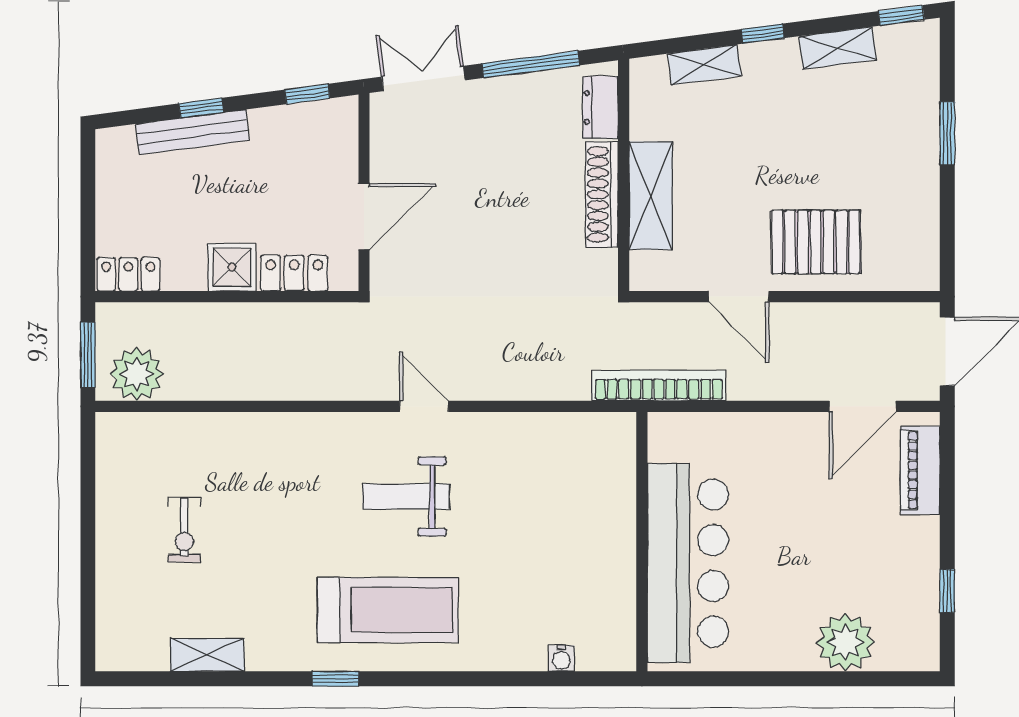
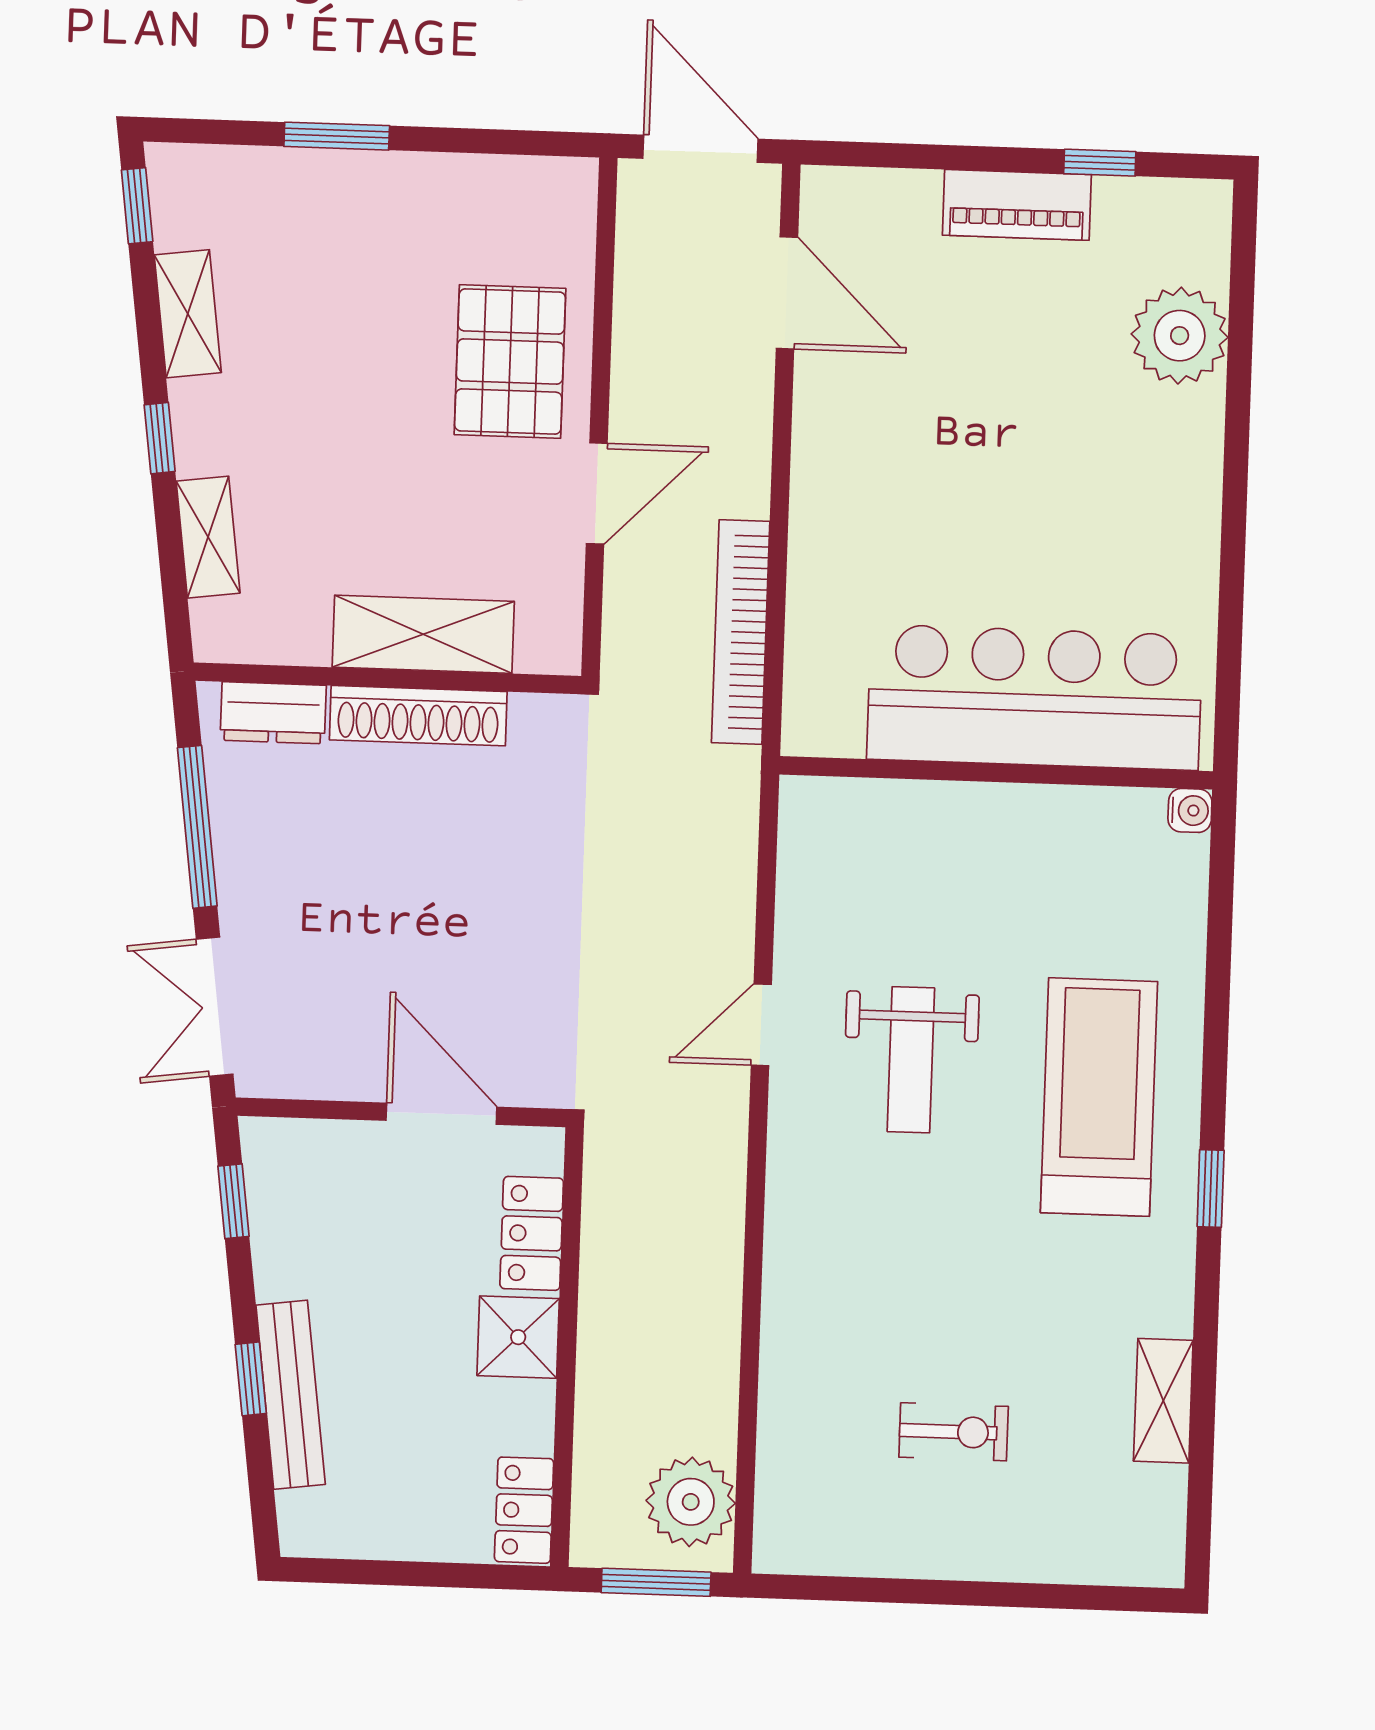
piano: (920, 470) -> (1017, 205), moved
wall: (642, 542) -> (996, 773), moved
bar counter: (688, 563) -> (1035, 697), moved

